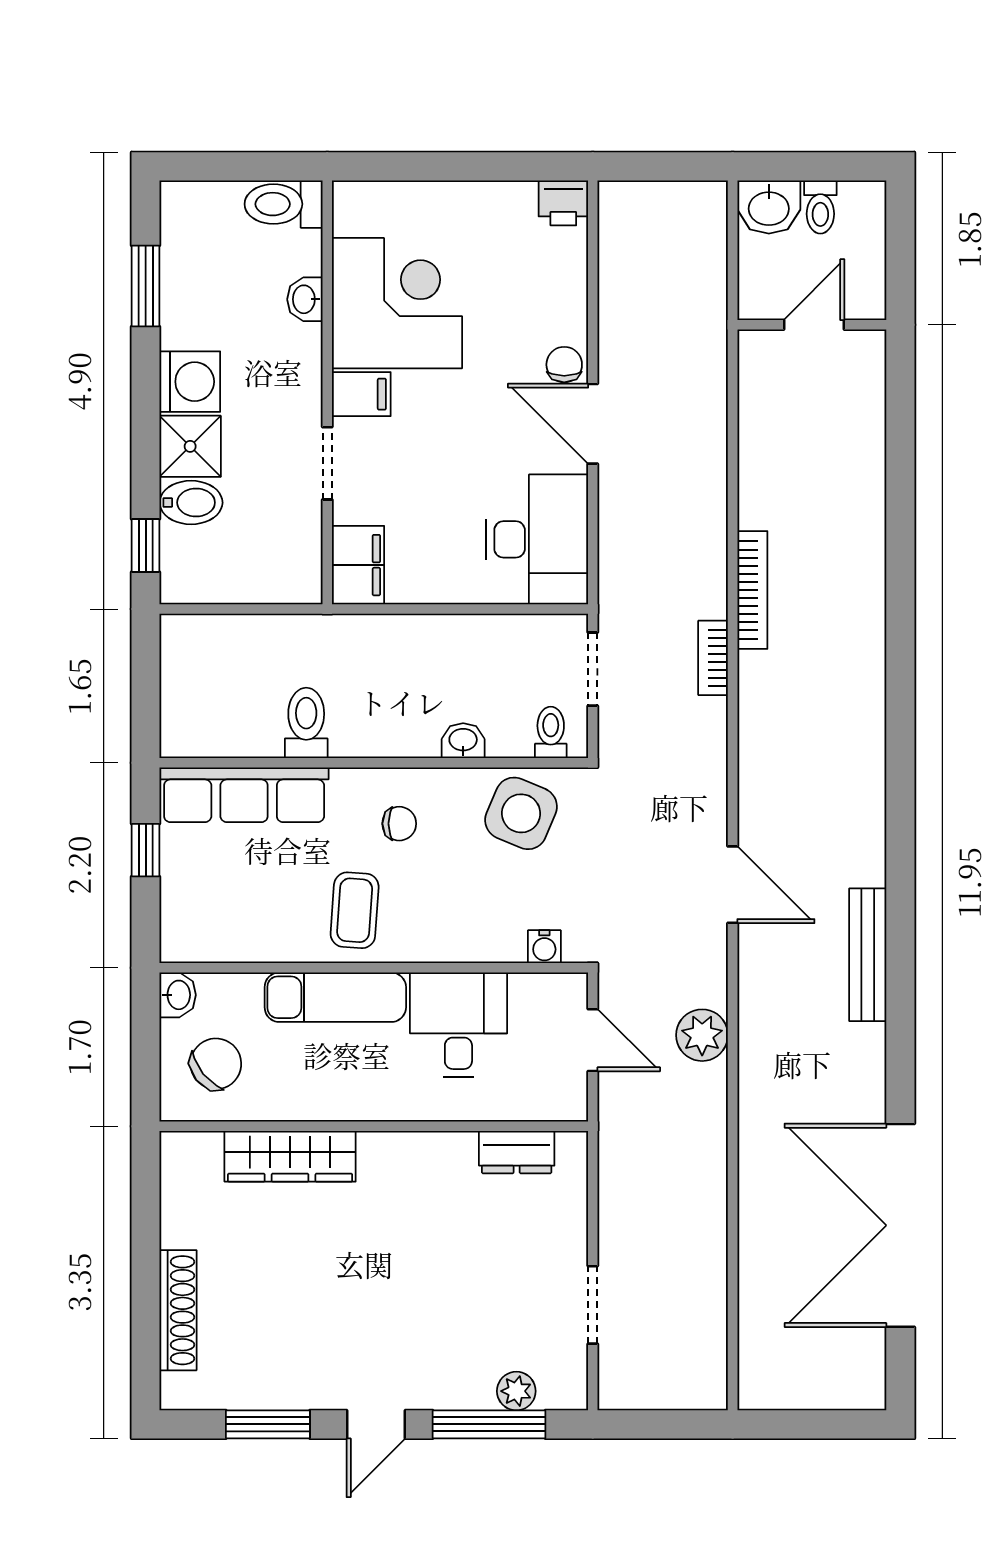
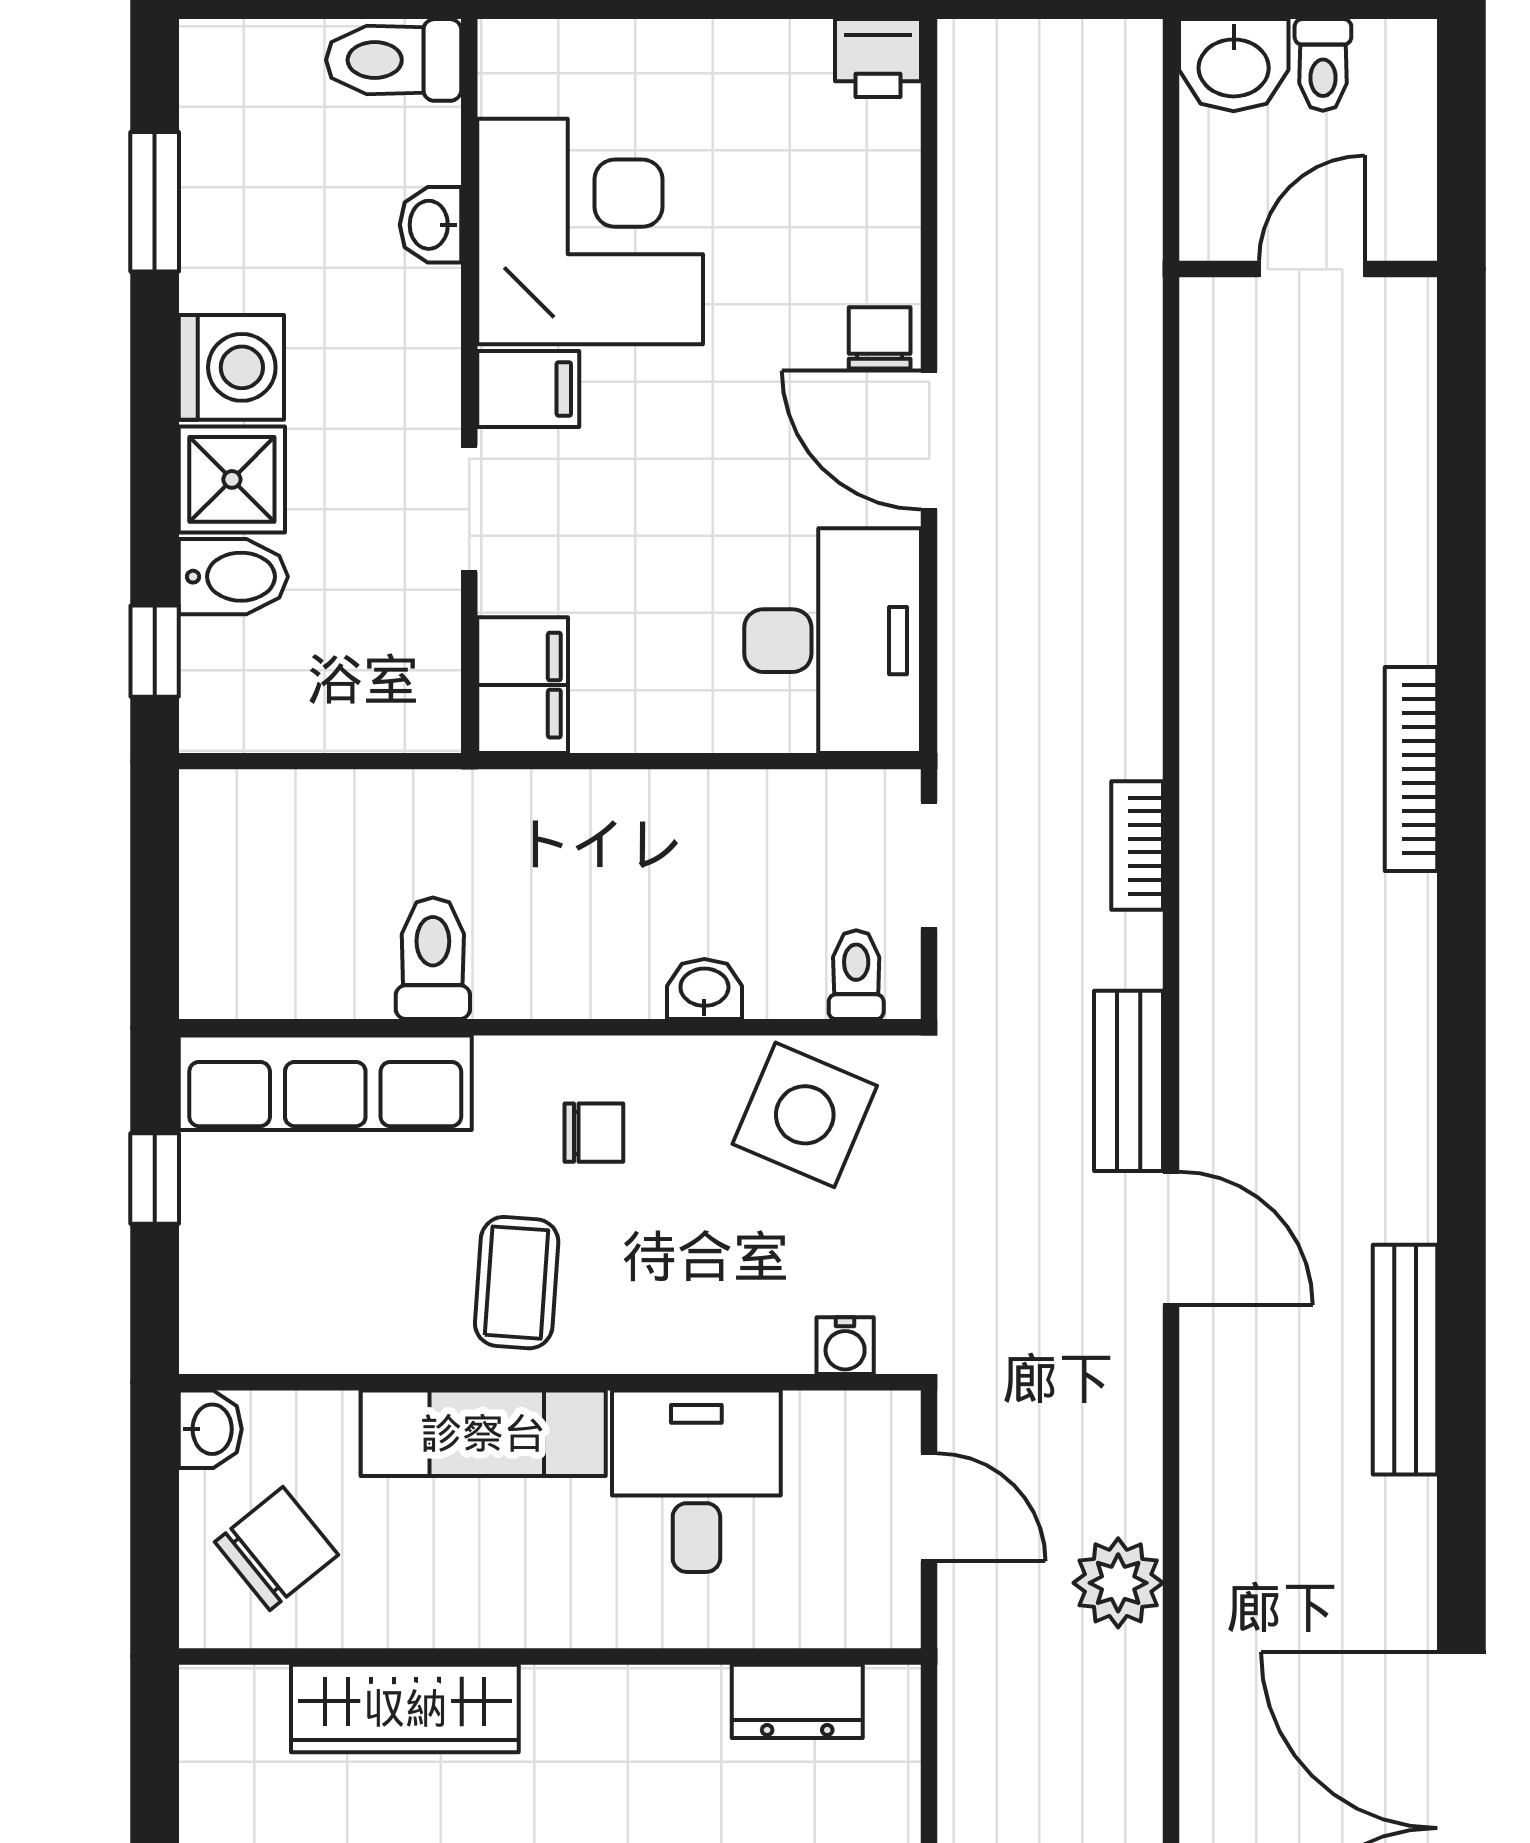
bookcase: (752, 590) -> (1411, 769), moved, turned 180
bench: (708, 794) -> (1129, 1081), added
plant: (702, 1035) -> (1118, 1583), moved

